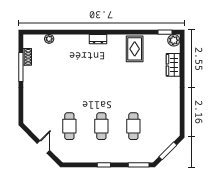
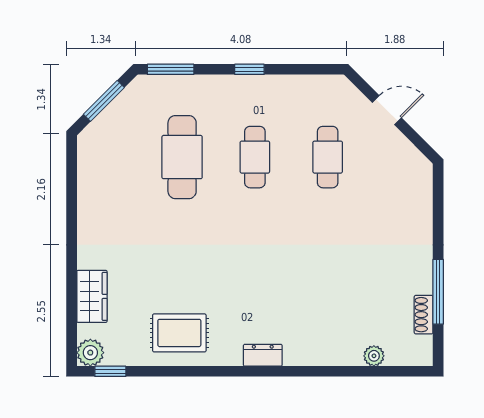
rug: (135, 49) -> (179, 333), turned 90
cafe table: (133, 126) -> (182, 157), width x1.37, depth x1.35
door: (43, 147) -> (387, 110), swing flipped

